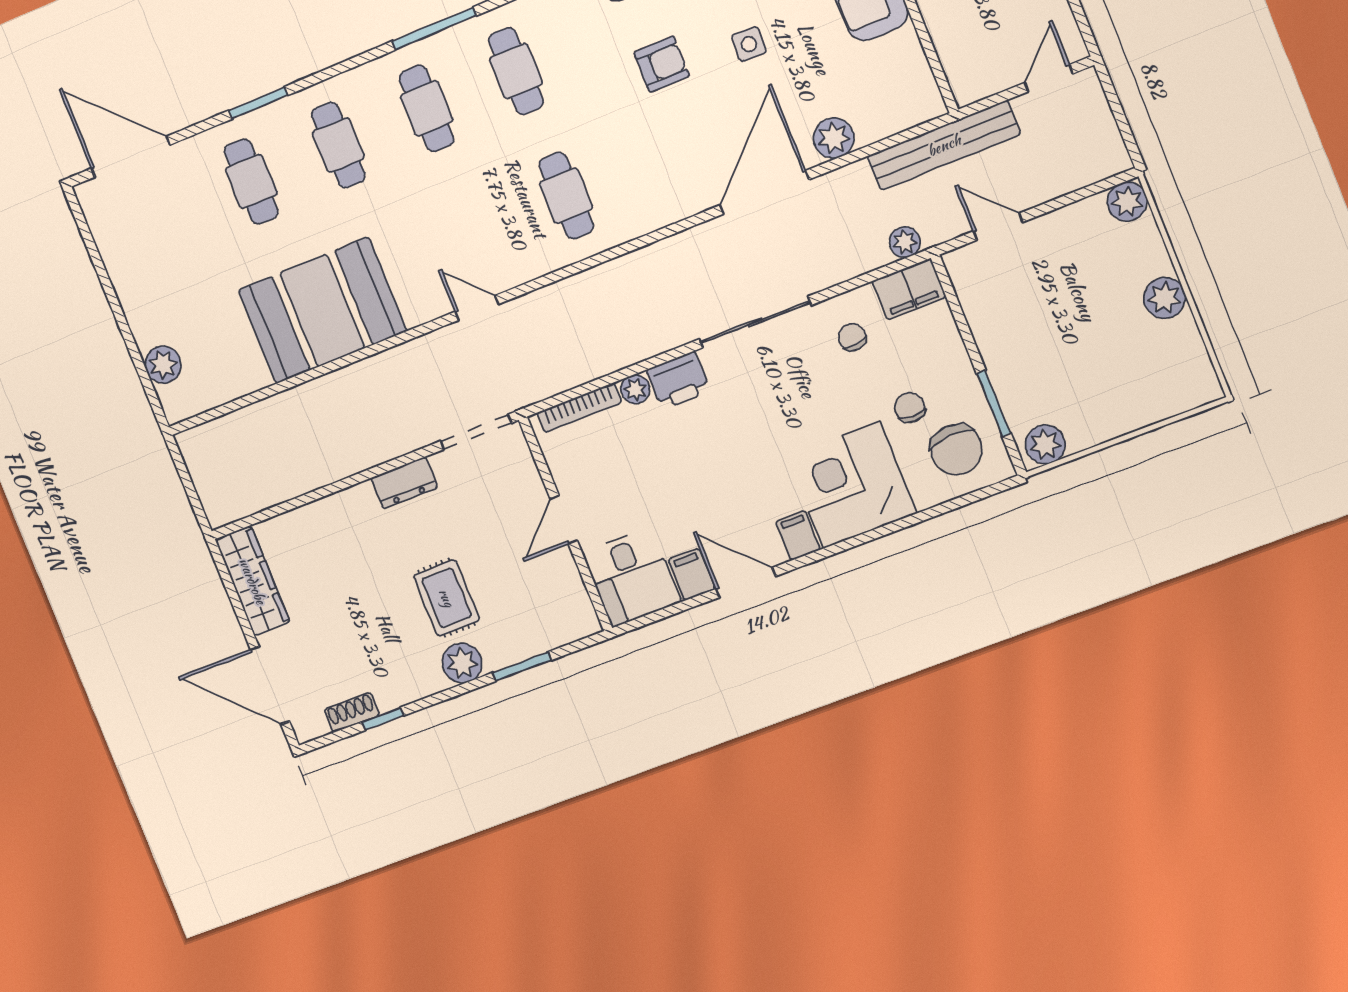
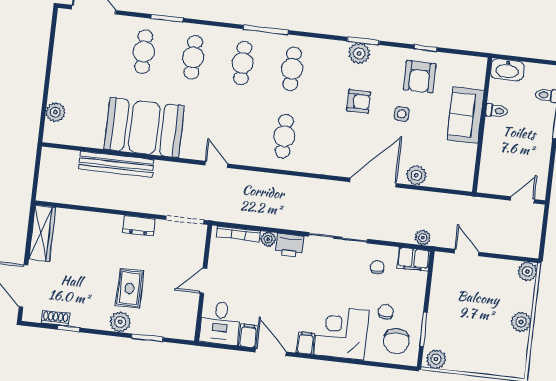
bench: (944, 145) -> (116, 164), moved

